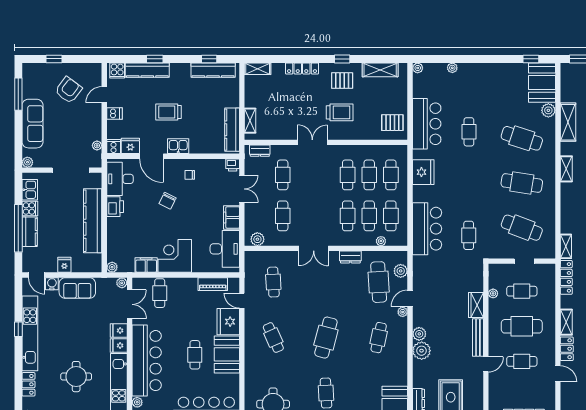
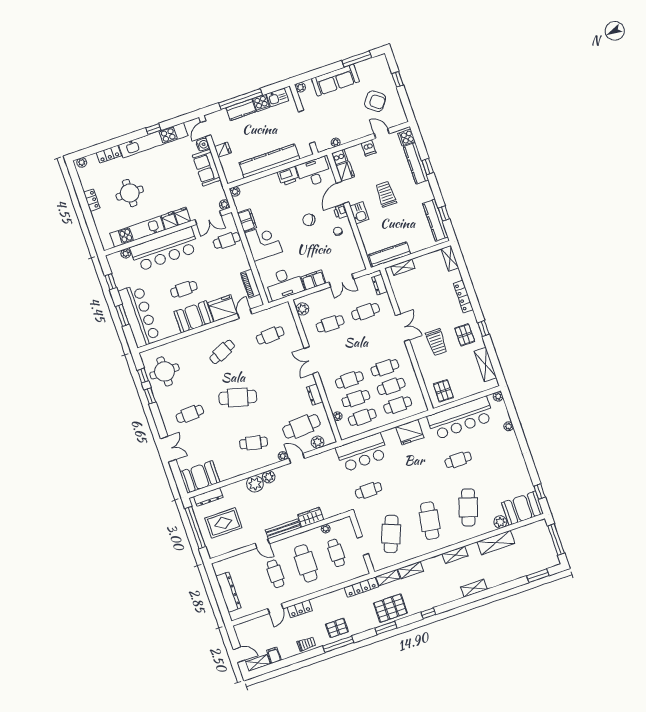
bar counter: (427, 124) -> (461, 418), width x1.36
printer: (233, 165) -> (341, 212), moved
shelving: (566, 322) -> (411, 570), moved

